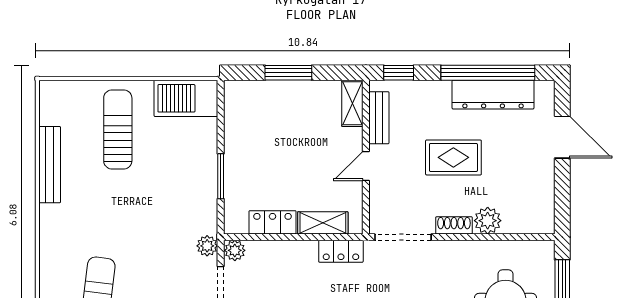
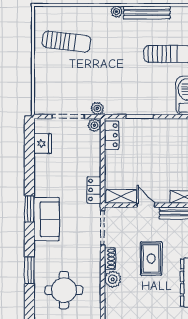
plant: (48, 214) -> (116, 12), added
locker: (273, 222) -> (112, 135), moved
shelving: (323, 223) -> (121, 196), moved, turned 90

